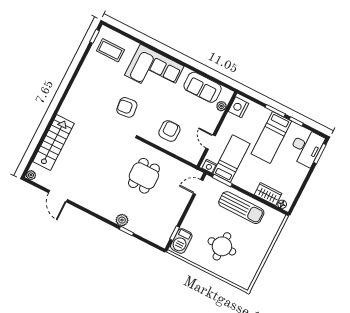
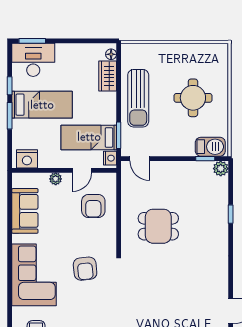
plant: (221, 106) -> (56, 179), moved
armchair: (127, 107) -> (85, 269), moved
armchair: (169, 131) -> (93, 206), moved, turned -90
sun lounger: (241, 208) -> (138, 98), turned 180
plant: (122, 220) -> (221, 169), moved

